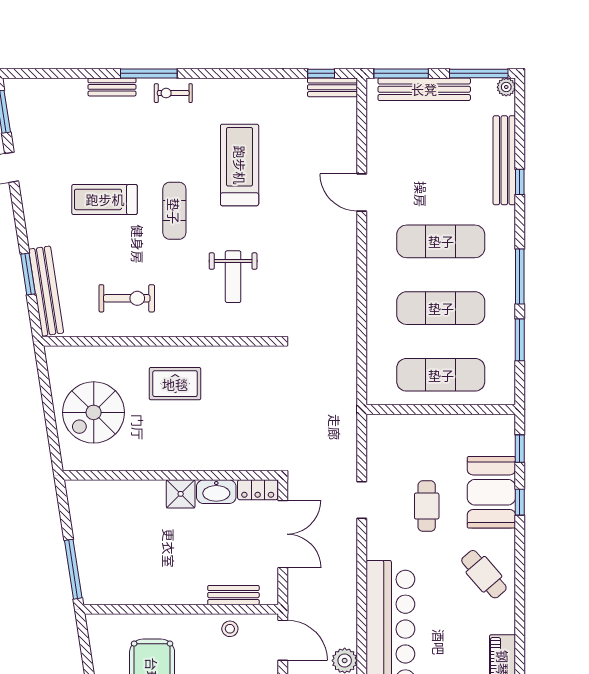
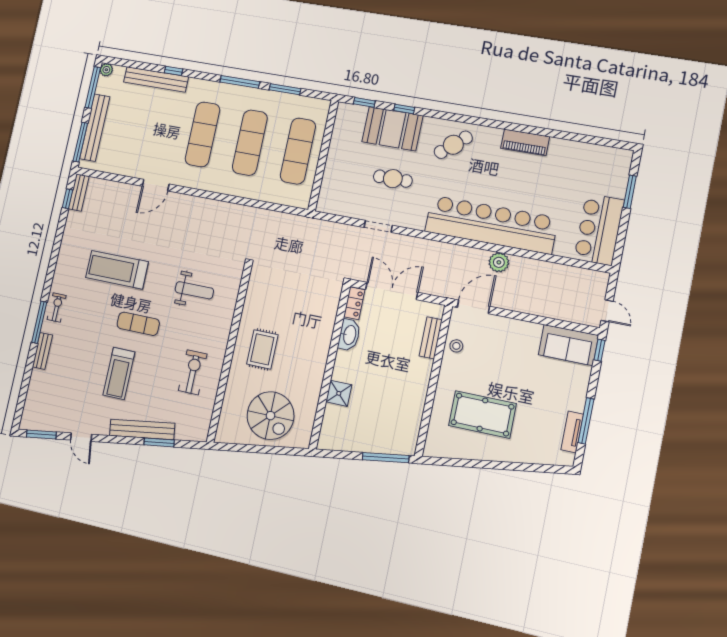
exercise bike: (173, 93) -> (57, 307), turned 180
bench: (46, 291) -> (142, 429), moved
shower: (181, 494) -> (339, 393), moved

